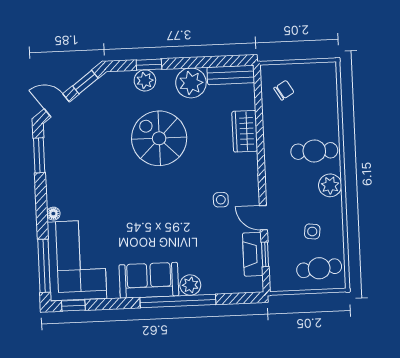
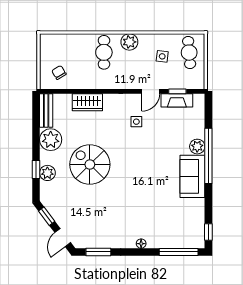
spiral stairs: (159, 138) -> (90, 164), turned 90
corner sofa: (77, 260) -> (176, 228), removed

